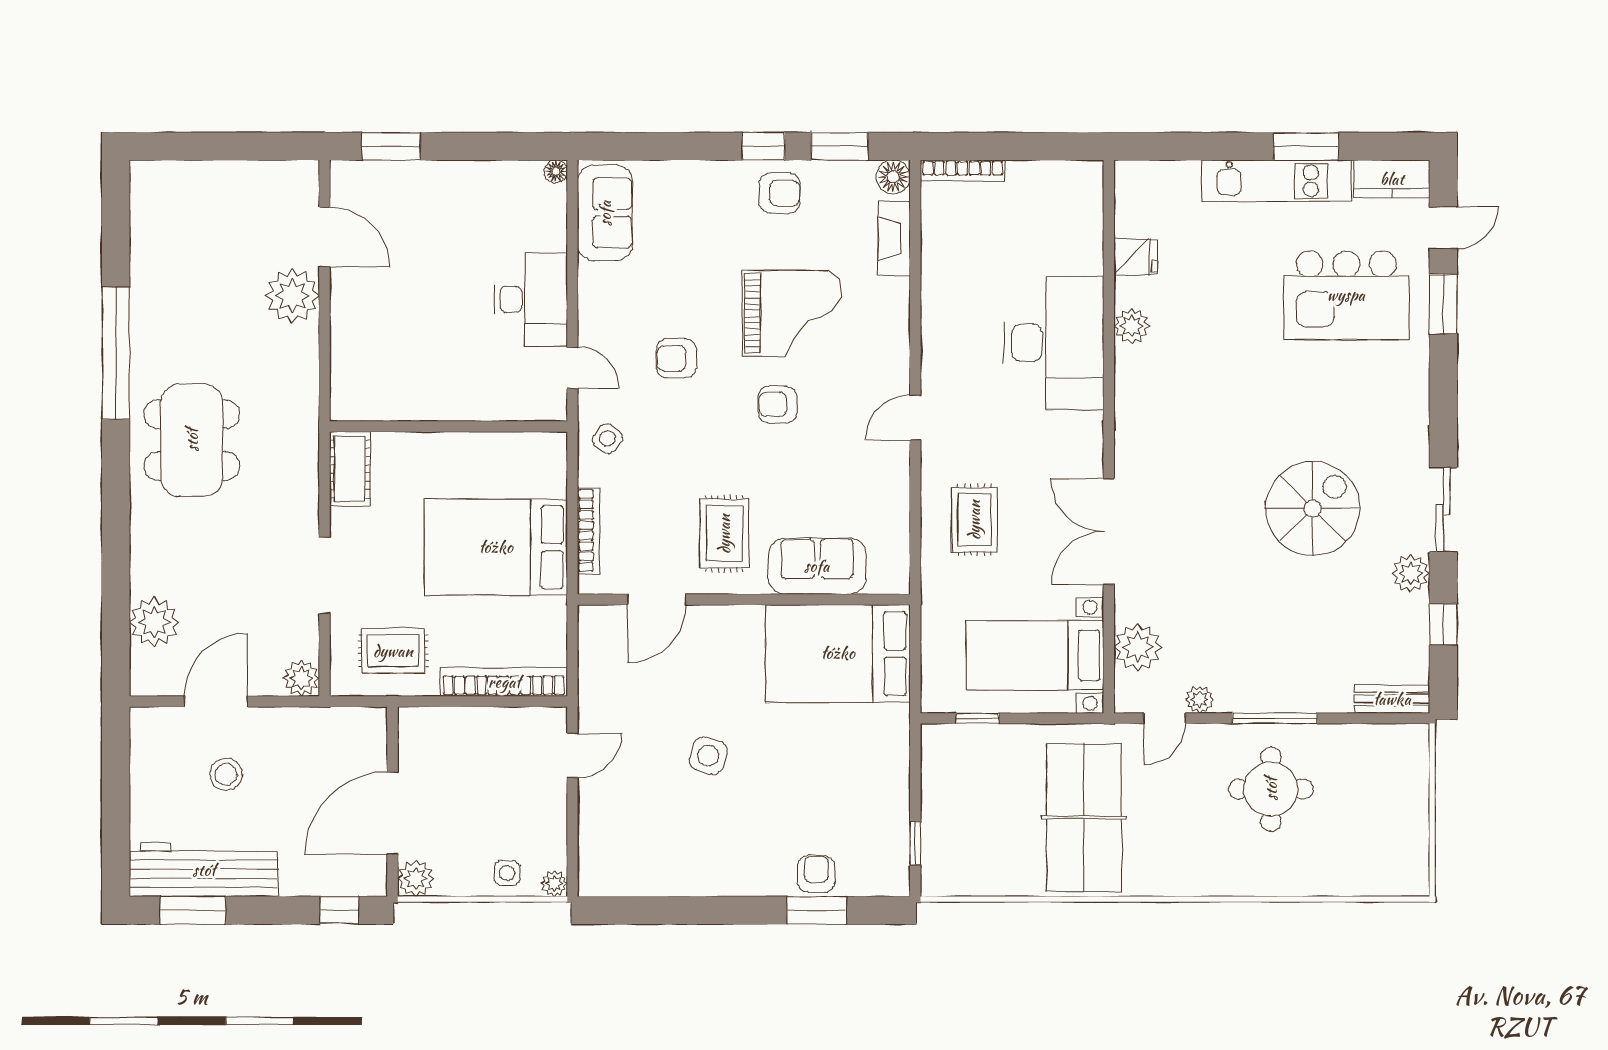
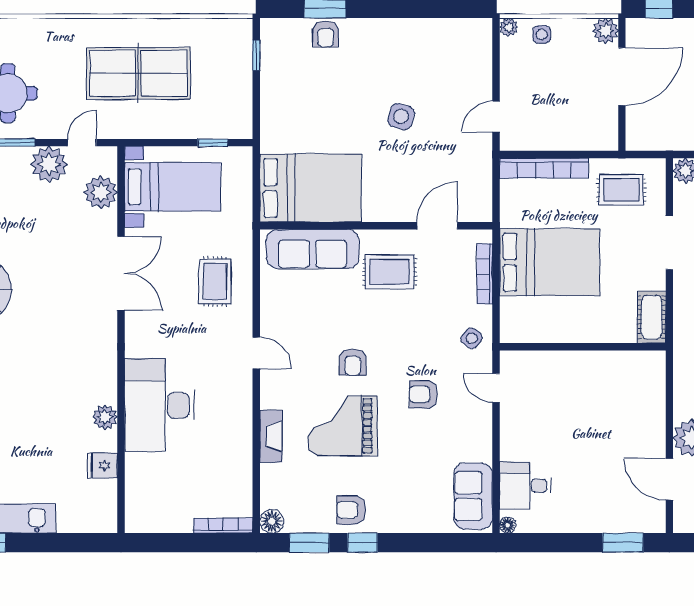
fireplace: (894, 239) -> (271, 436), moved
desk: (531, 299) -> (525, 486), moved, width x0.73
armchair: (676, 358) -> (423, 394), turned 180
armchair: (777, 404) -> (353, 362), turned 90
door: (915, 418) -> (256, 353), hinge flipped
rug: (724, 534) -> (390, 272), turned 90
sofa: (817, 566) -> (313, 249), width x1.36
plant: (1200, 699) -> (49, 164), width x1.87, depth x1.87
table tennis table: (1084, 818) -> (138, 73), turned 90

